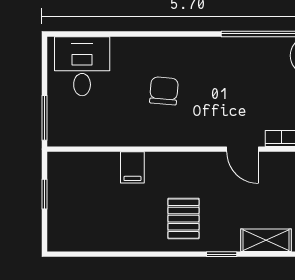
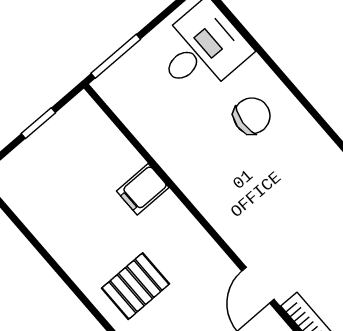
chair: (164, 91) -> (252, 116), moved

